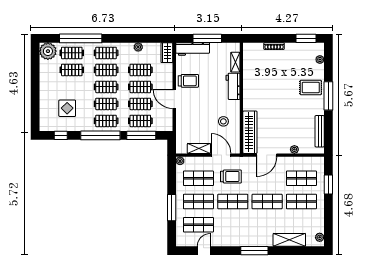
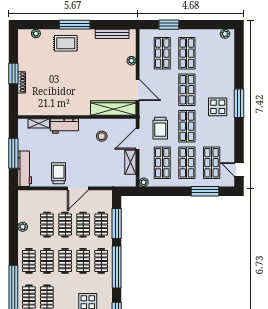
window: (306, 38) -> (13, 73), moved
wardrobe: (167, 53) -> (29, 196), removed
rug: (311, 88) -> (66, 43), turned 90
trolley: (231, 177) -> (160, 128), turned 180
window: (172, 208) -> (205, 191), moved
display table: (251, 230) -> (218, 107), added
shelving: (289, 240) -> (228, 66), removed
door: (204, 251) -> (239, 169), moved

